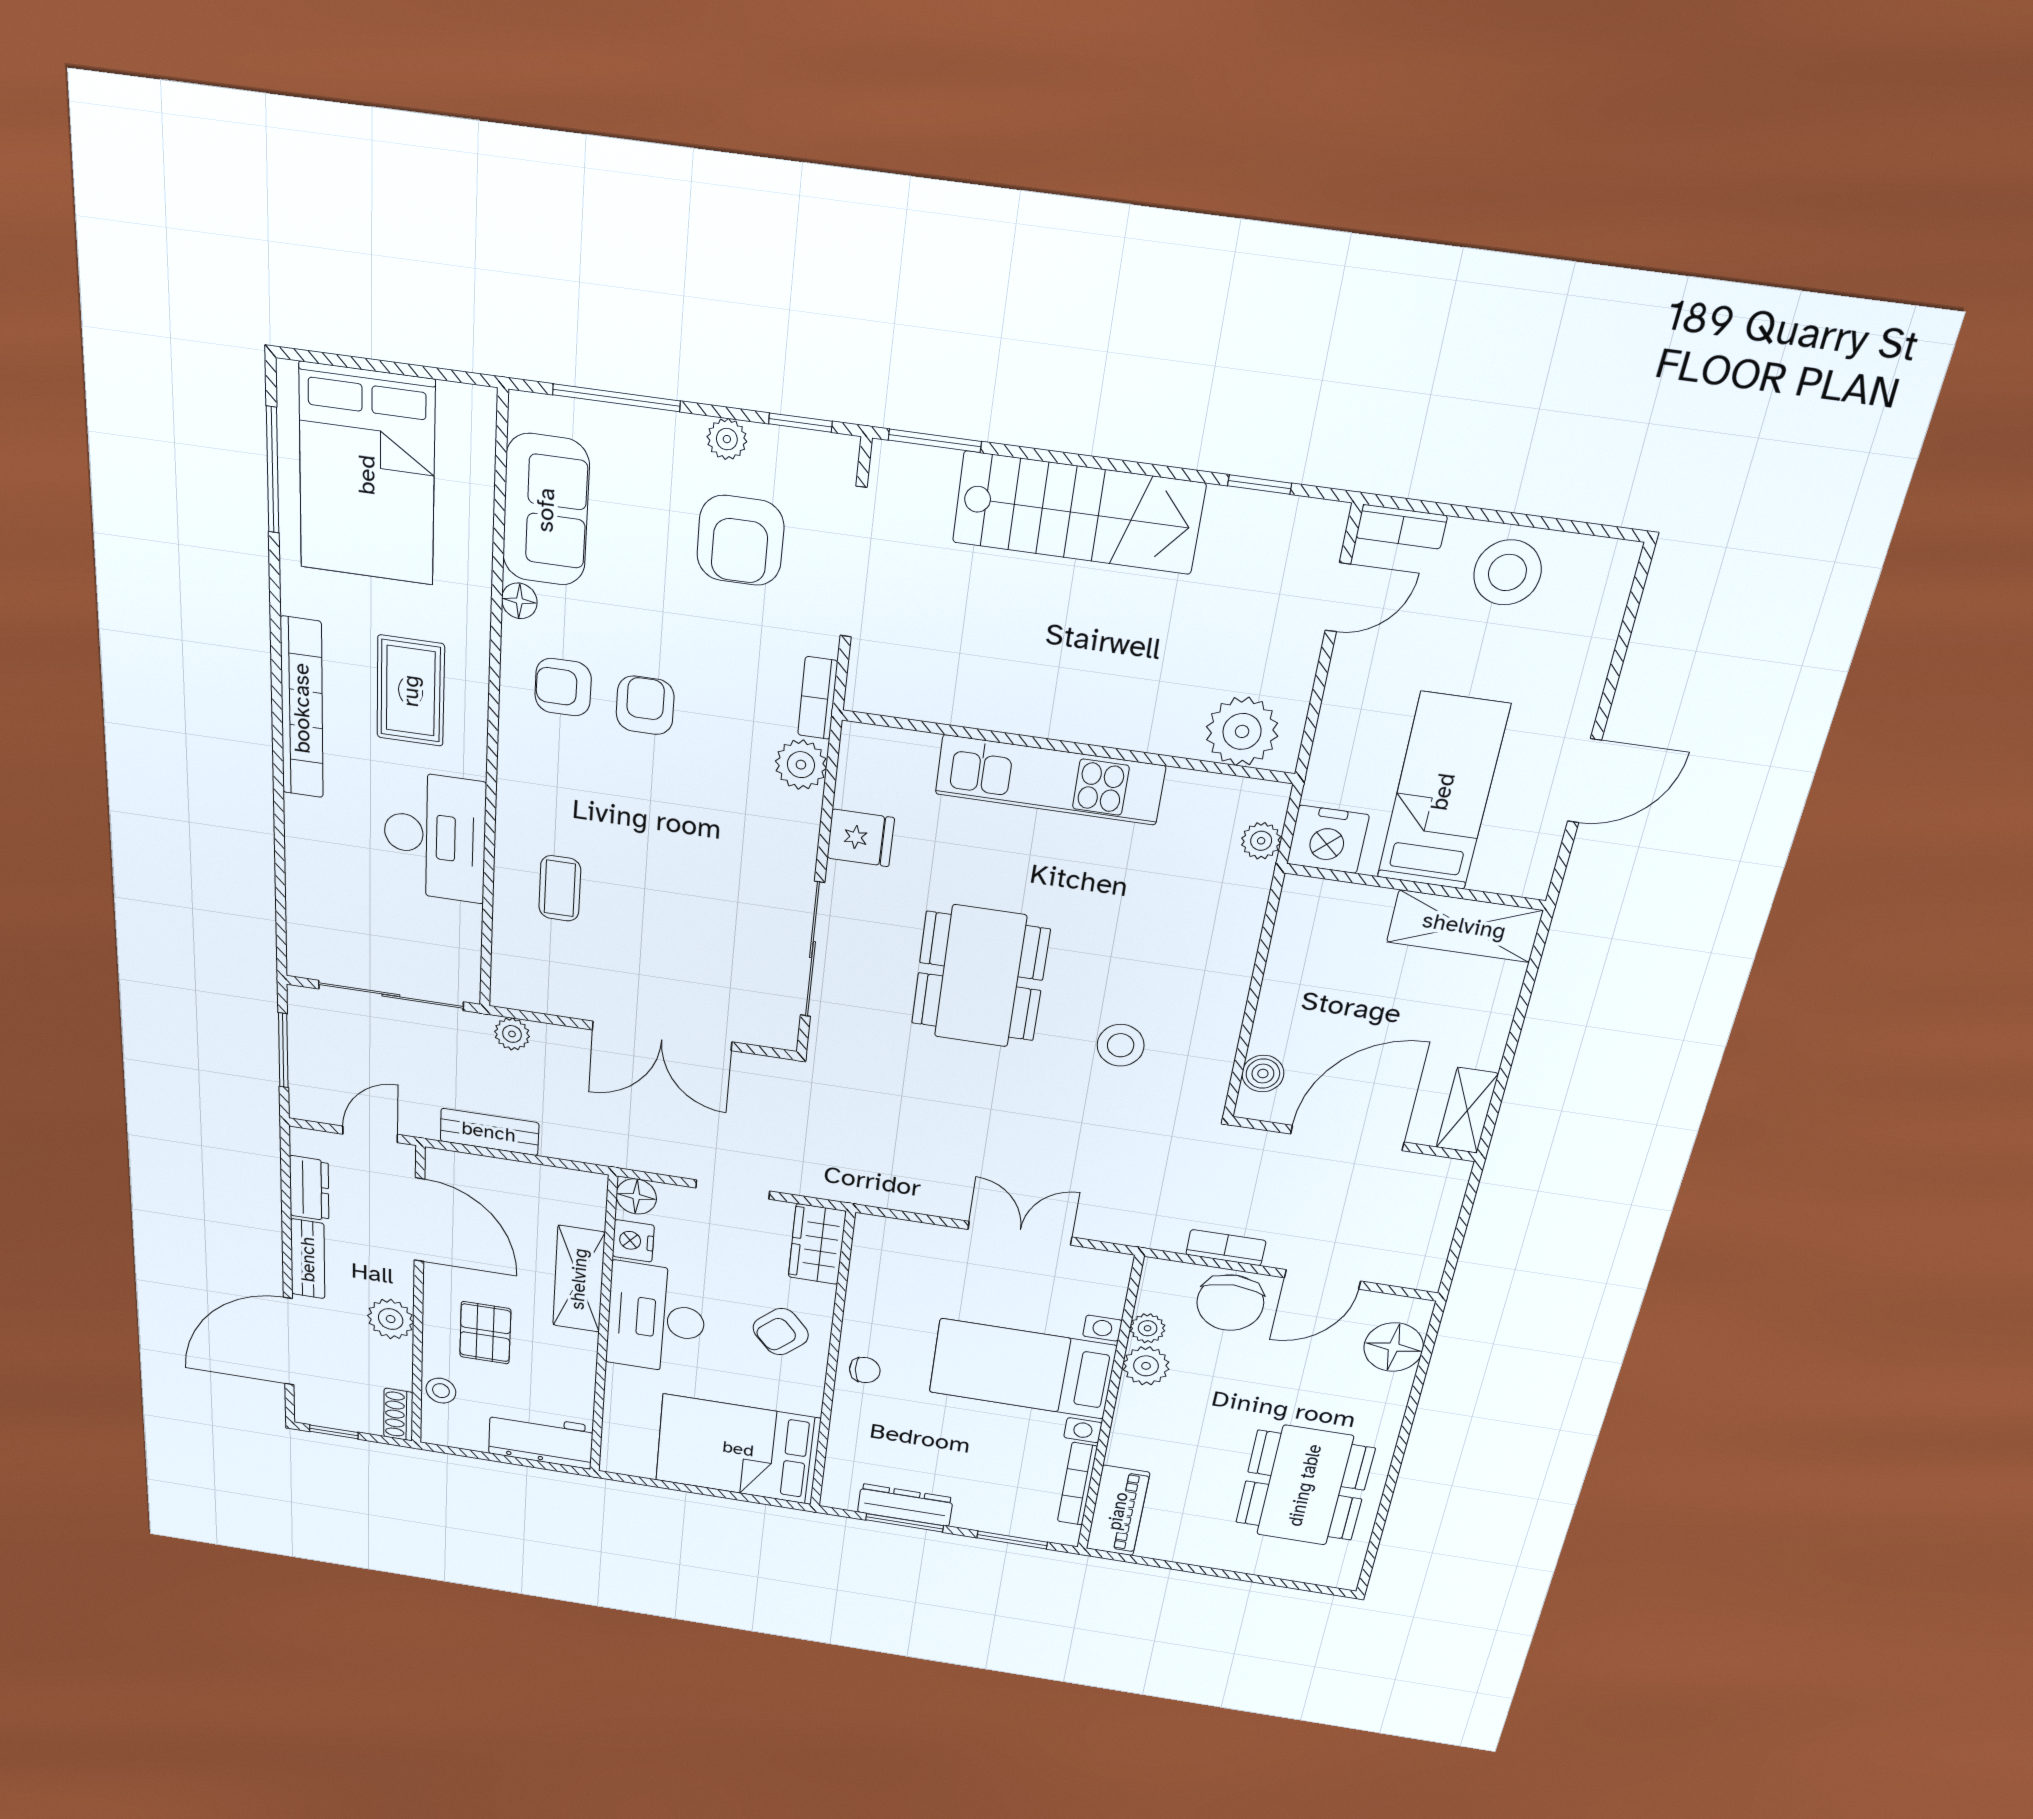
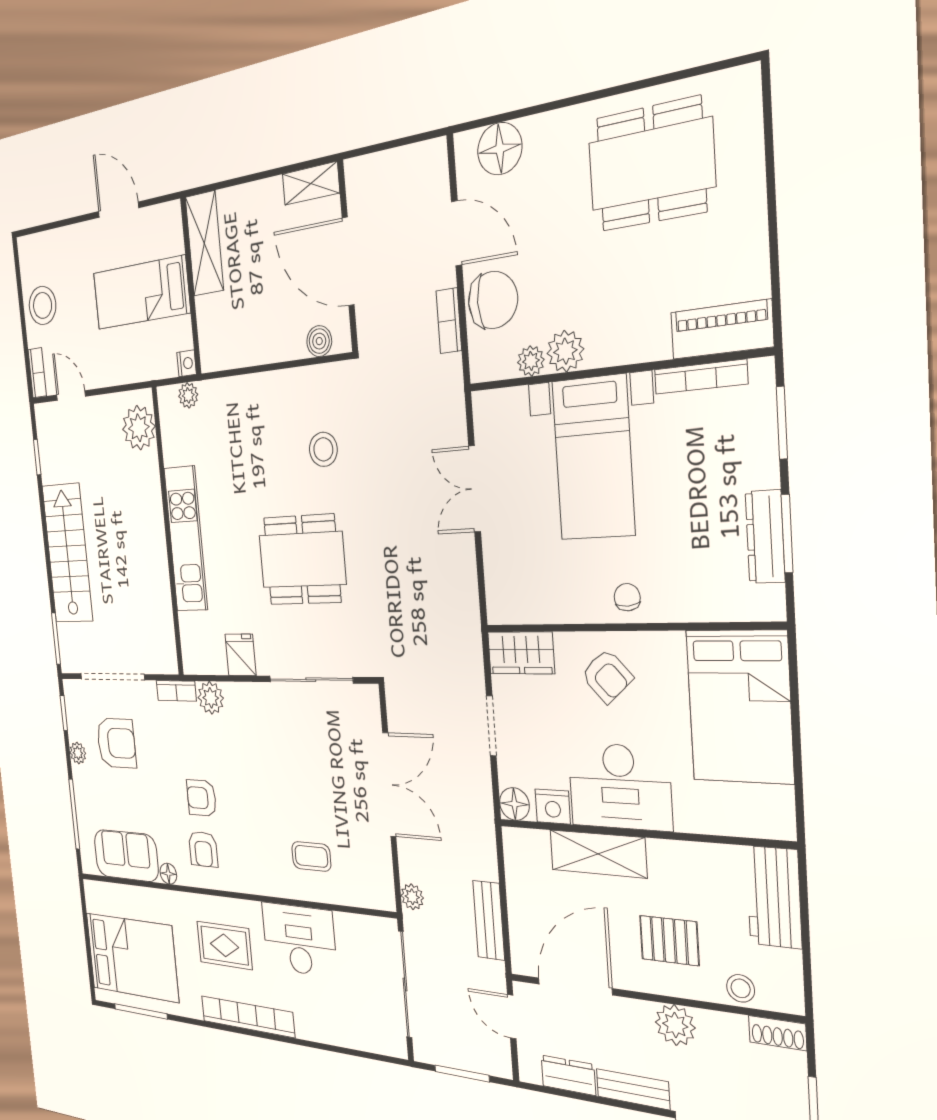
nightstand: (1328, 839) -> (187, 363), width x0.53, depth x0.56

